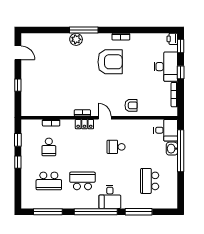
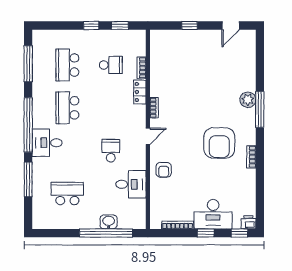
locker: (84, 124) -> (140, 92), moved
desk: (166, 130) -> (131, 184), moved, turned -90
school desk: (49, 147) -> (111, 65), turned 180
school desk: (82, 181) -> (67, 108), turned 180

